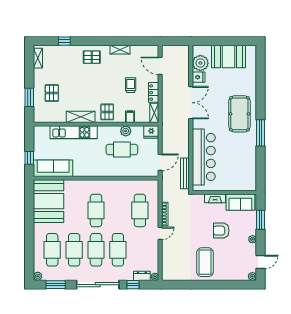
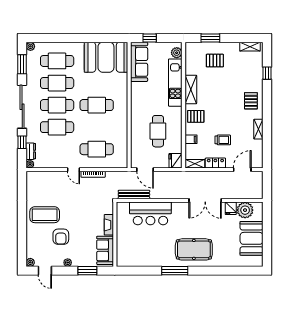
plant: (126, 131) -> (177, 53), moved
bar counter: (204, 157) -> (150, 213), width x0.73
armchair: (221, 231) -> (61, 237), moved, turned 180

